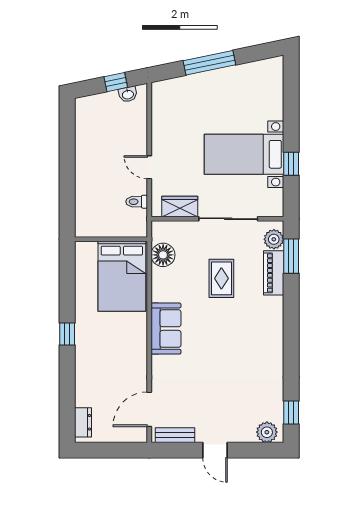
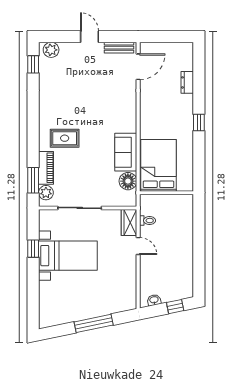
window: (116, 82) -> (175, 307), moved
wardrobe: (180, 207) -> (129, 222), moved, turned 90
rug: (221, 278) -> (65, 138), moved, turned 90
sofa: (166, 329) -> (126, 152), moved
dresser: (83, 422) -> (187, 82), moved

